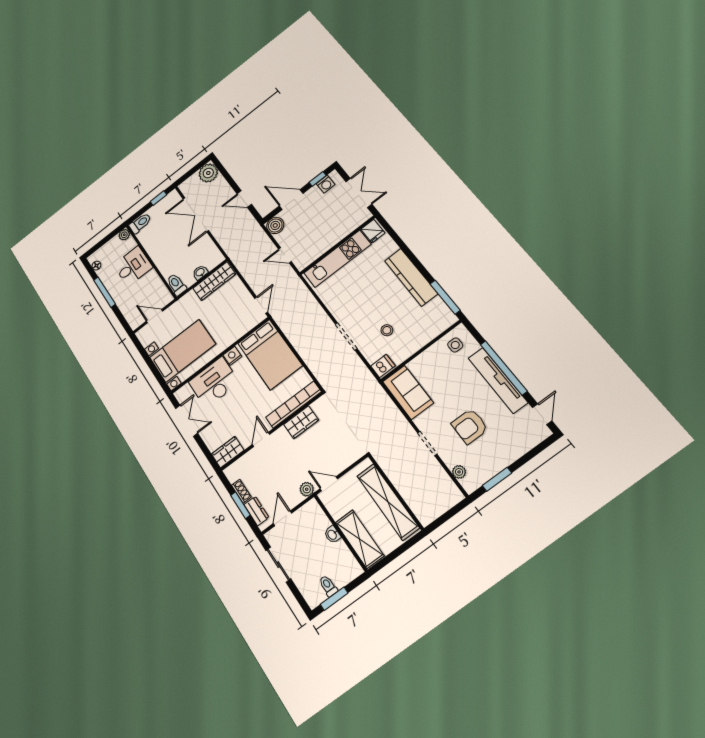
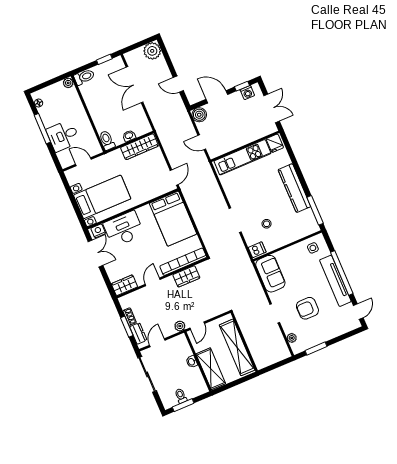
desk: (133, 266) -> (63, 136), moved, turned 180
nightstand: (232, 356) -> (98, 231), moved
door: (329, 484) -> (197, 326), swing flipped
sliding door: (278, 565) -> (147, 374), width x1.37

